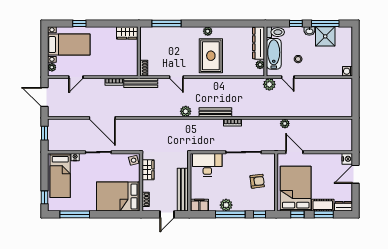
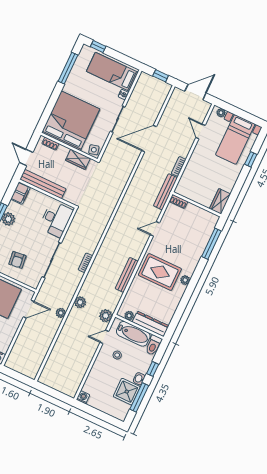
plant: (186, 111) -> (80, 302), moved
bench: (215, 112) -> (127, 275), moved
bed: (118, 197) -> (71, 121), width x1.36

